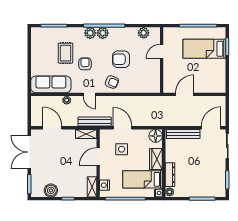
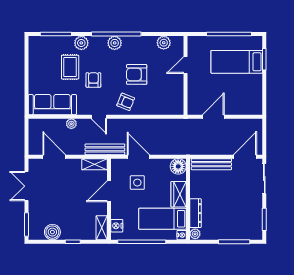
plant: (90, 33) -> (81, 43), moved
double door: (29, 152) -> (26, 186), width x0.73

